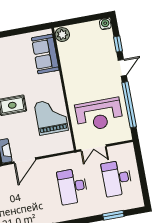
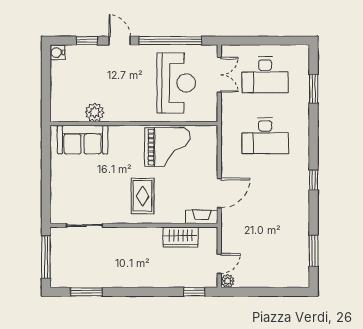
plant: (62, 35) -> (95, 112), moved
grand piano: (51, 117) -> (167, 147), turned 180
double door: (93, 148) -> (219, 75), moved
door: (25, 161) -> (219, 193), hinge flipped

